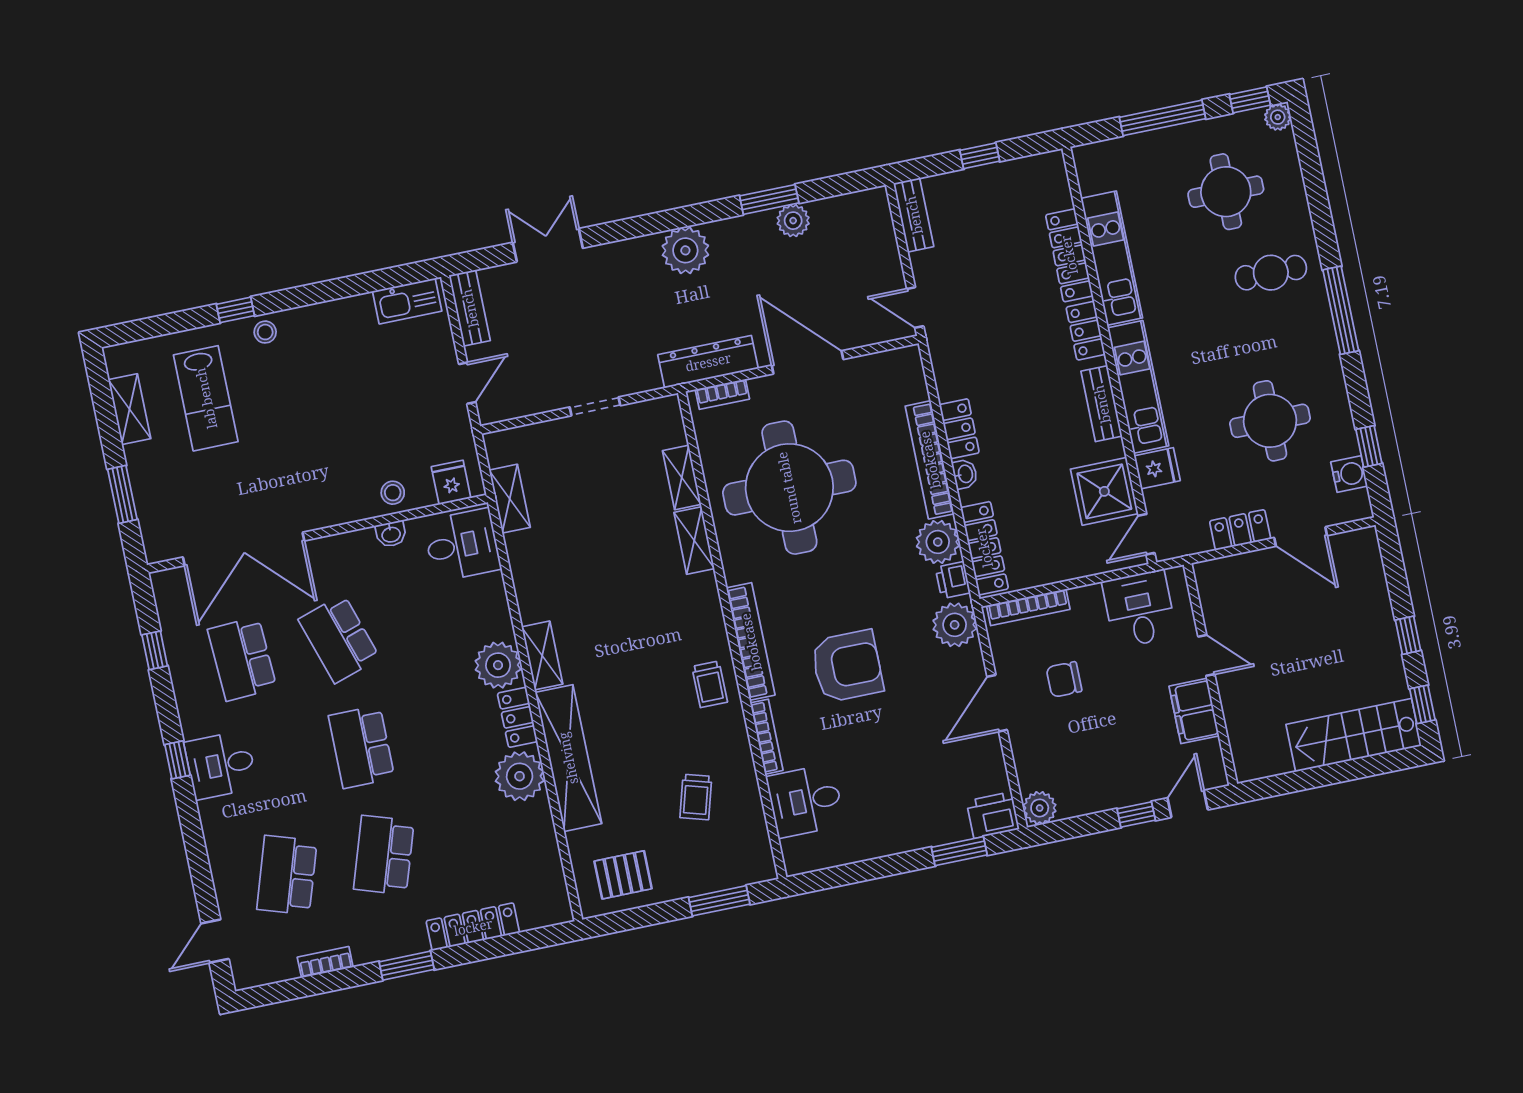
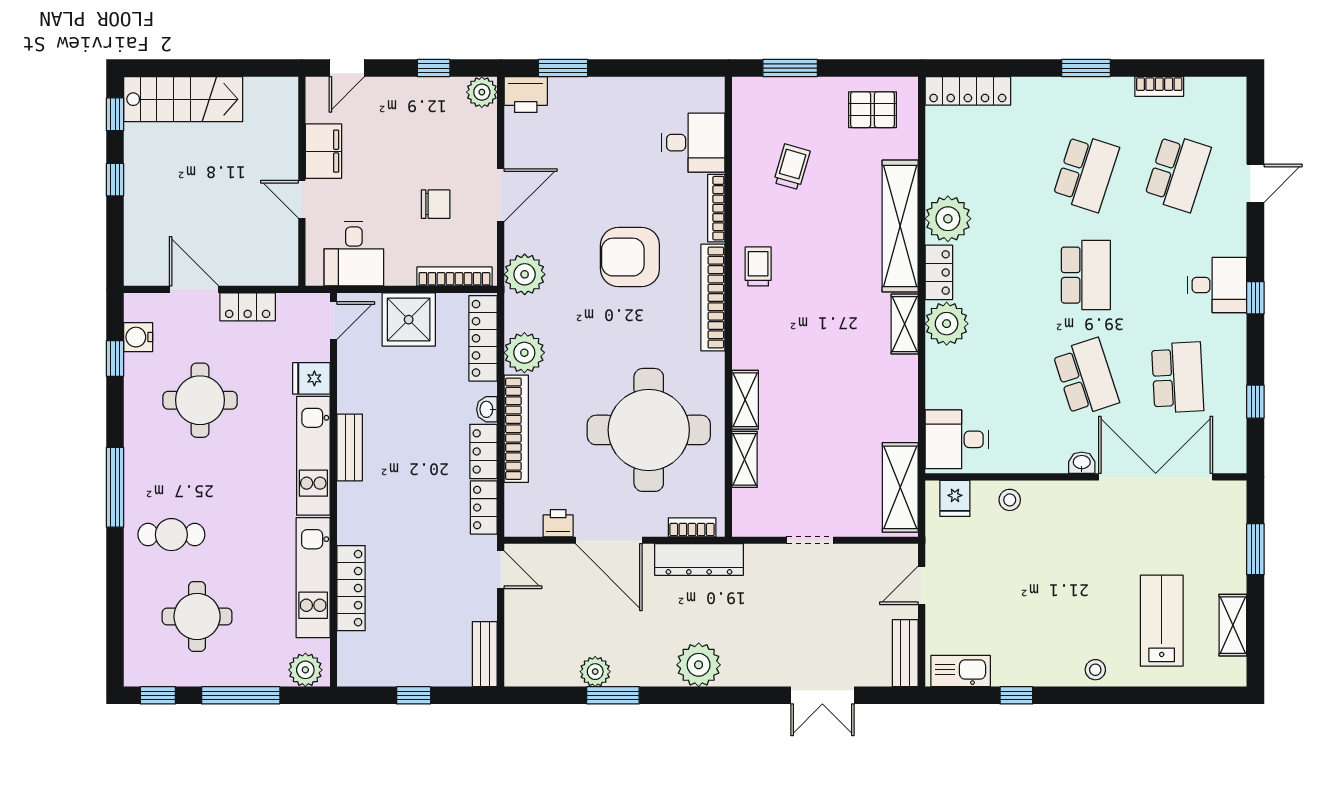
plant: (1278, 117) -> (305, 670), moved, width x1.38, depth x1.38
window: (235, 310) -> (1016, 695), moved
locker: (1086, 331) -> (484, 508), moved, turned 180
shower: (1104, 491) -> (409, 320), moved
shelving: (510, 499) -> (900, 487), width x1.50, depth x1.33
washbasin: (391, 534) -> (1082, 463), moved
printer: (953, 580) -> (558, 523), moved, turned -90
window: (1136, 814) -> (434, 68), moved
locker: (473, 927) -> (968, 91), moved
door: (215, 941) -> (1255, 183), moved

